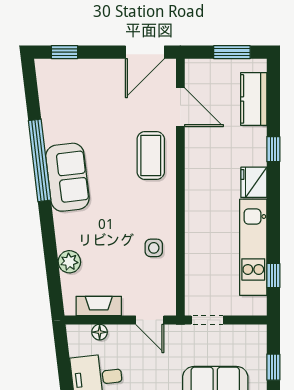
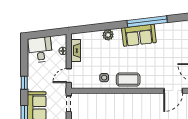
coffee table: (151, 156) -> (128, 79), moved
plant: (69, 262) -> (108, 35), moved

